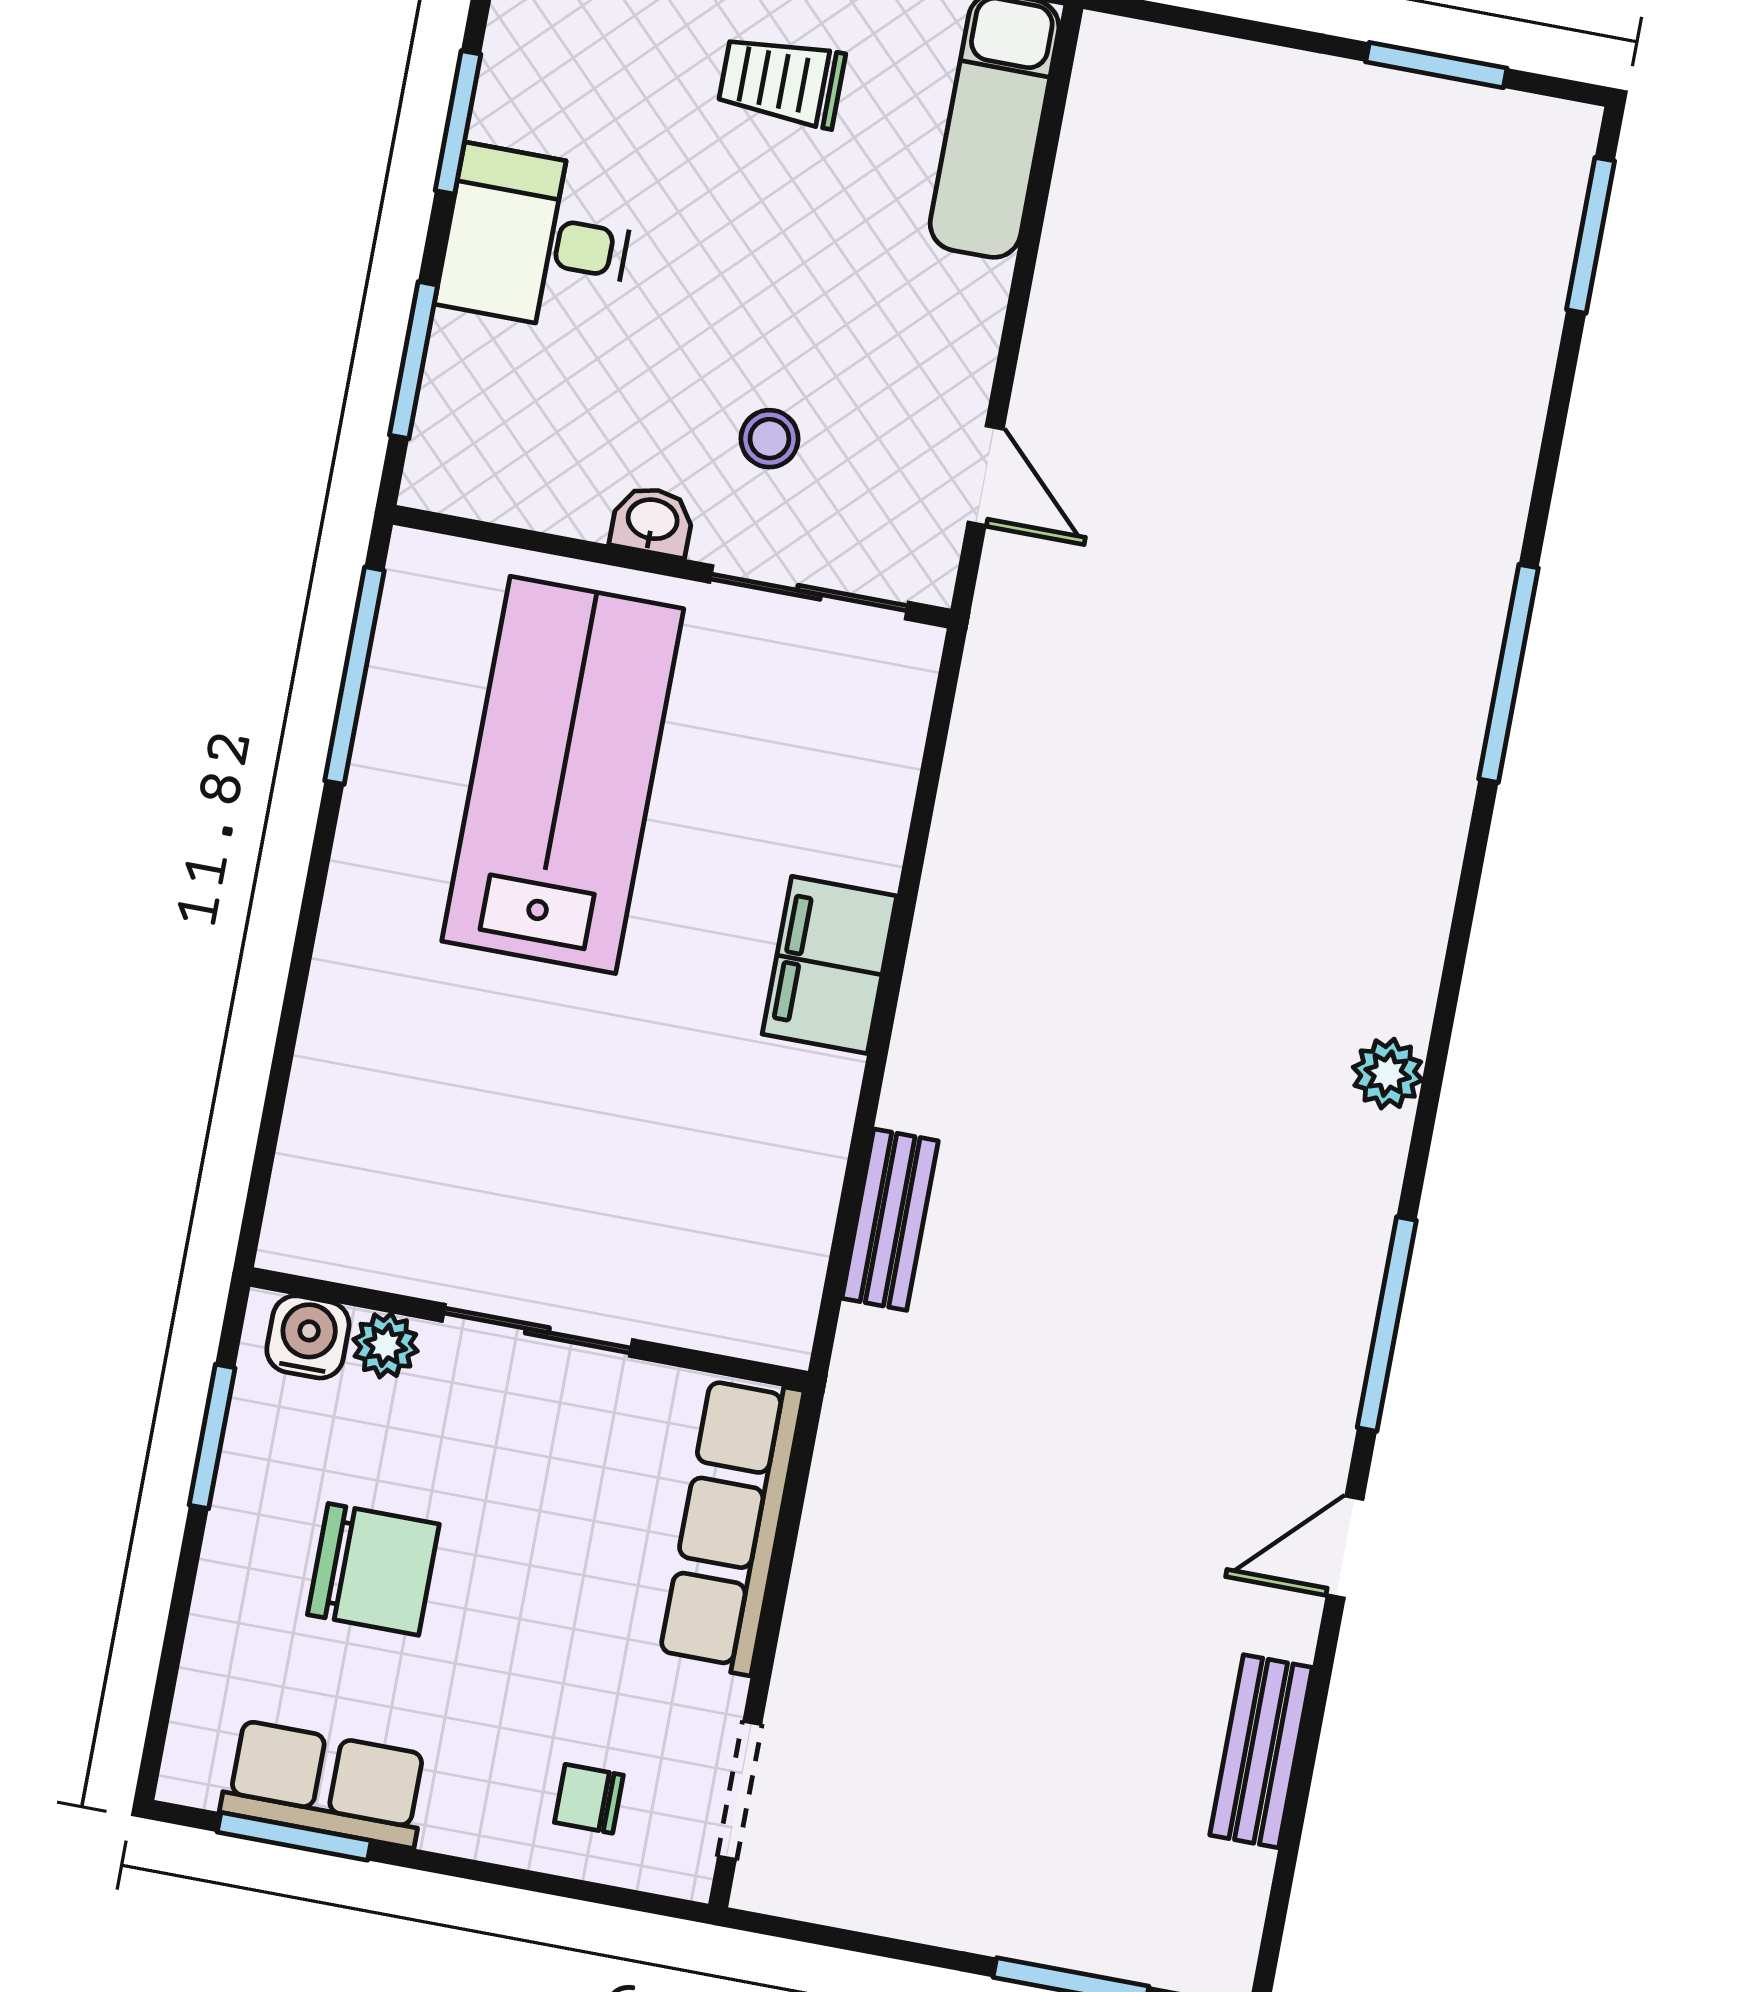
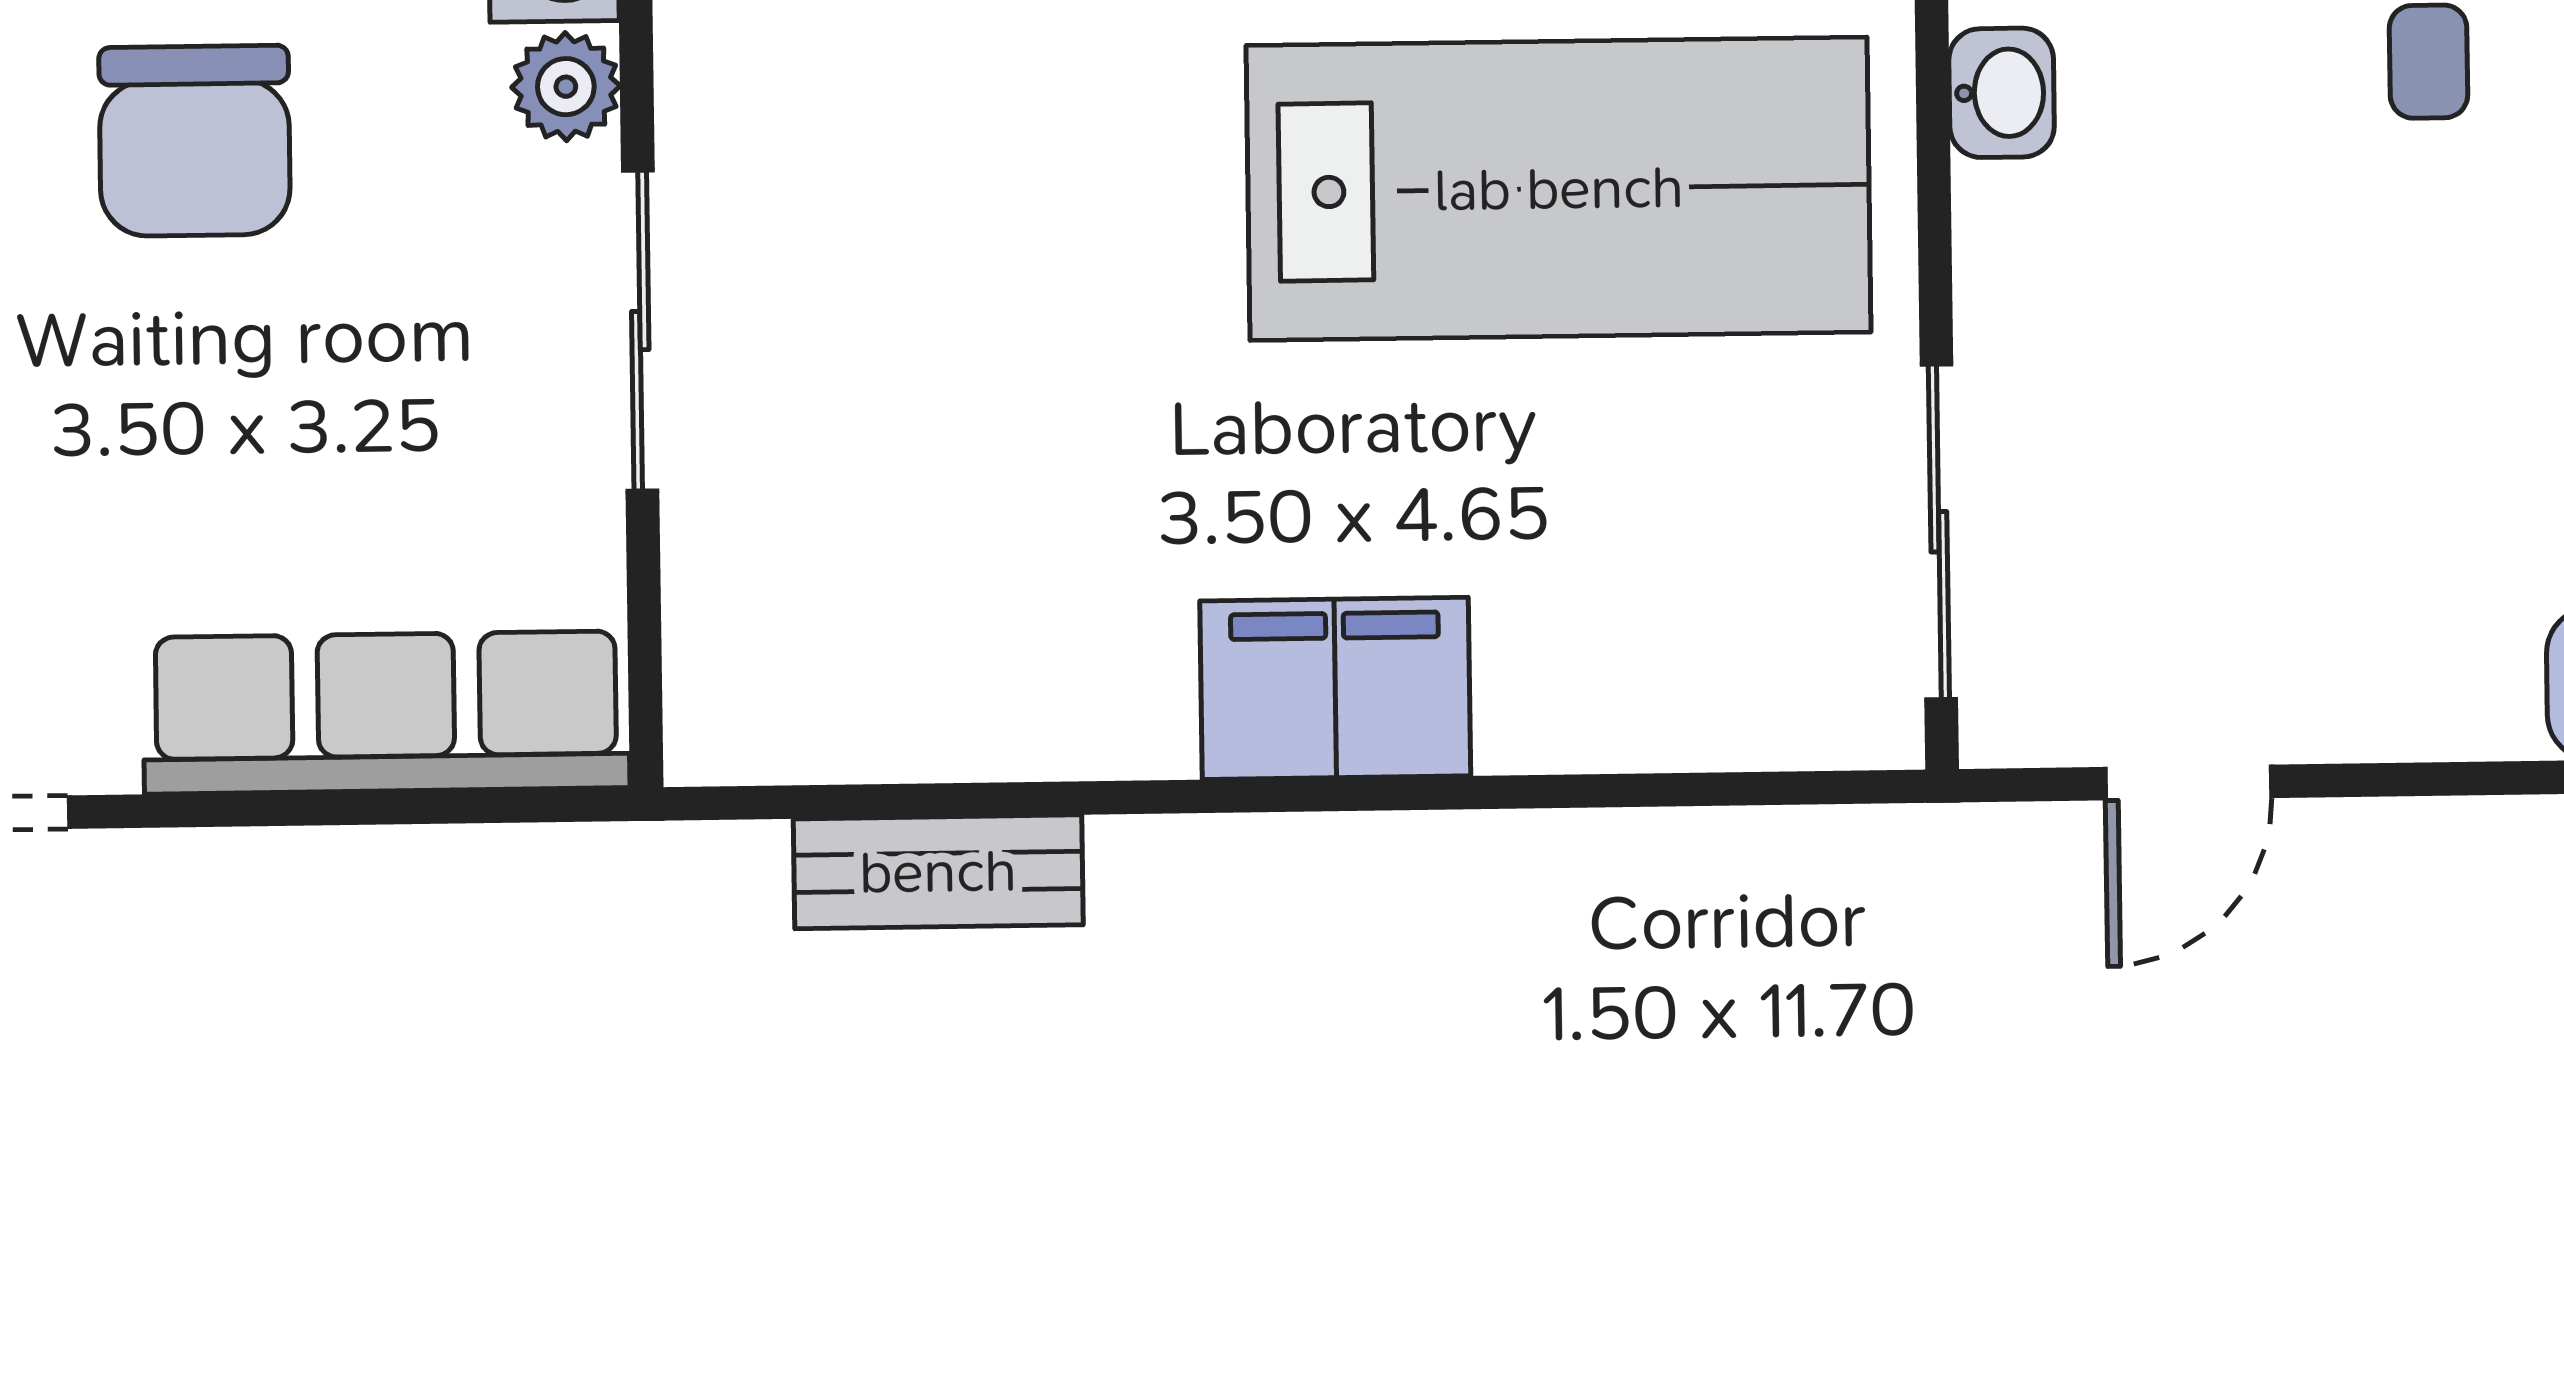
stool: (769, 439) -> (2178, 416), removed
washbasin: (652, 521) -> (2002, 93), moved

